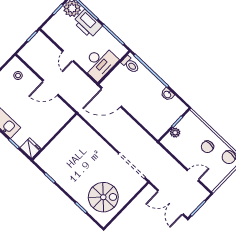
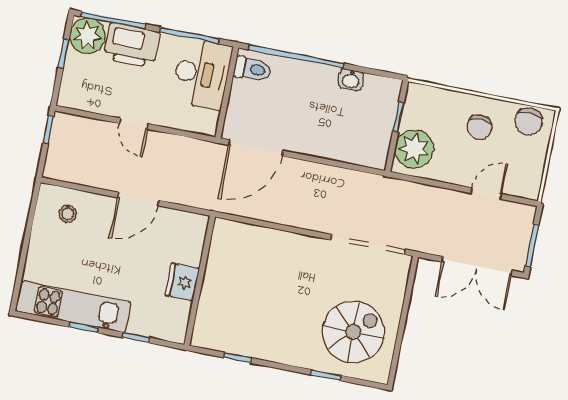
desk: (100, 63) -> (202, 74), moved
plant: (175, 133) -> (414, 149), width x1.88, depth x1.88
fridge: (31, 148) -> (182, 282), moved, turned -90

